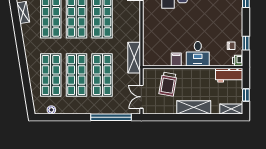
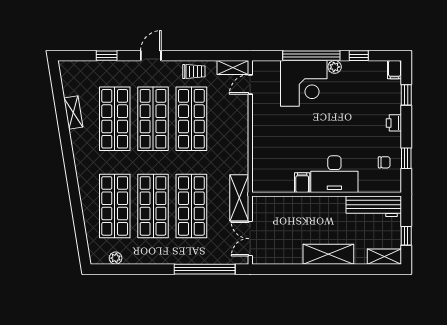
desk: (198, 54) -> (334, 174), width x1.37
shelving: (134, 58) -> (239, 198), moved
printer: (238, 61) -> (394, 123), moved
workbench: (229, 75) -> (374, 206), width x1.37
trolley: (168, 84) -> (290, 220), removed

